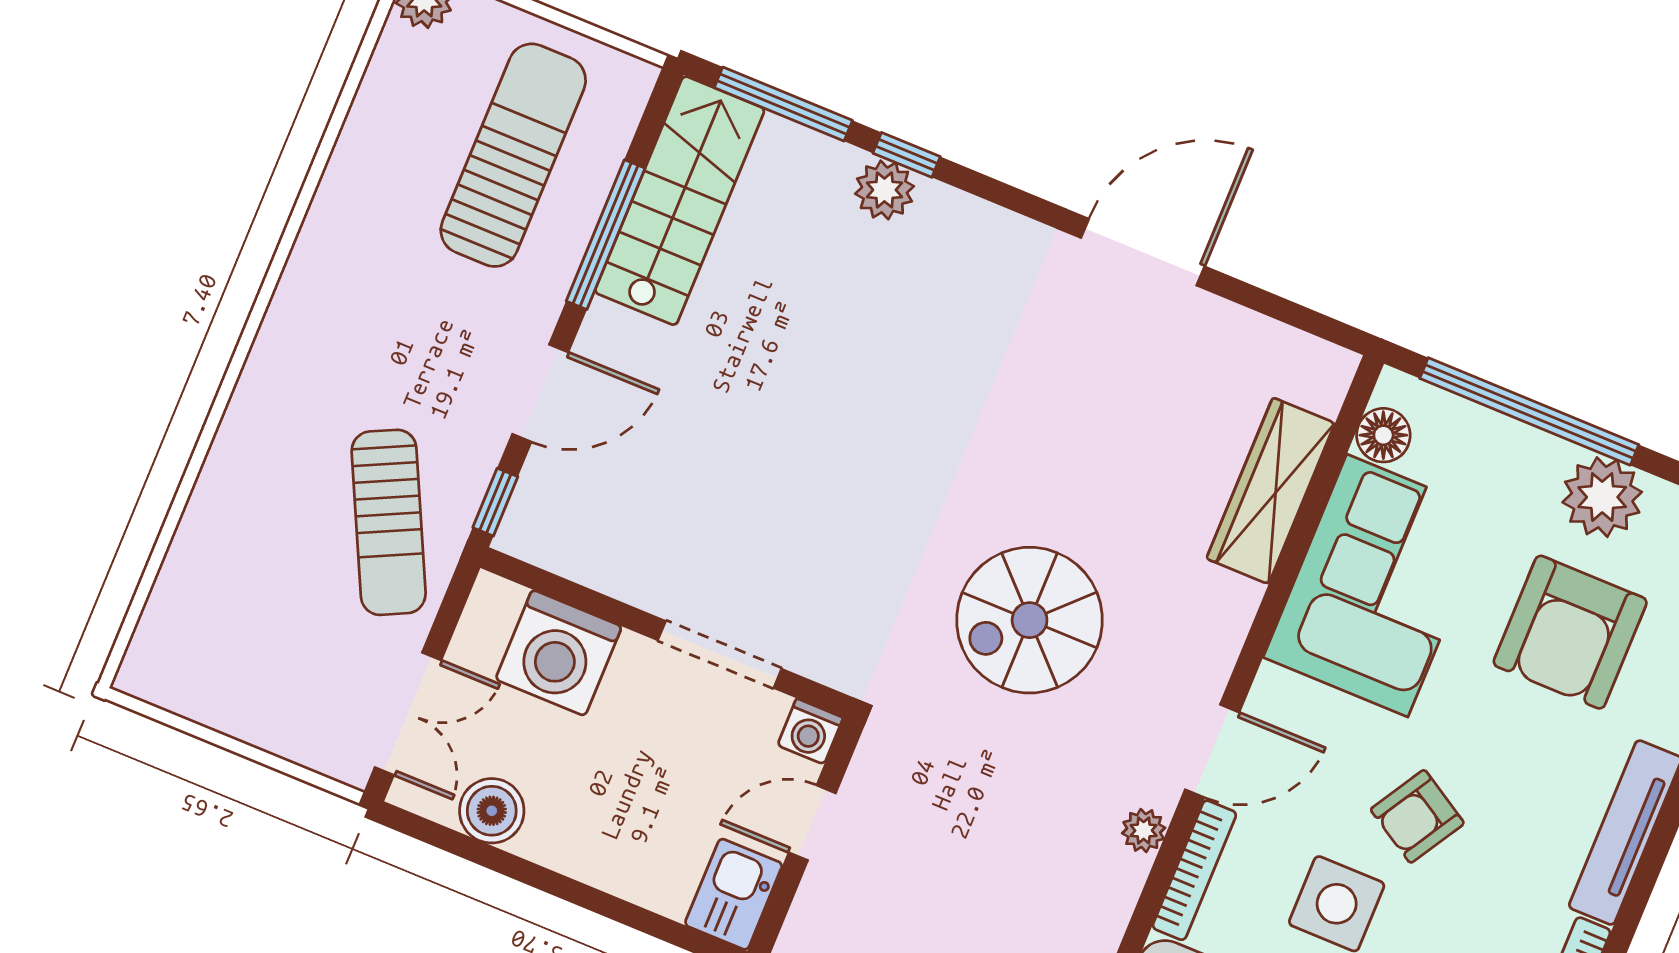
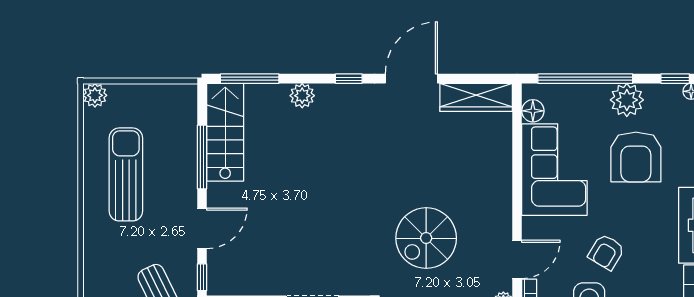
sun lounger: (513, 155) -> (126, 174), moved
window: (907, 155) -> (349, 79), moved
wardrobe: (1271, 491) -> (476, 97), moved, turned -90

